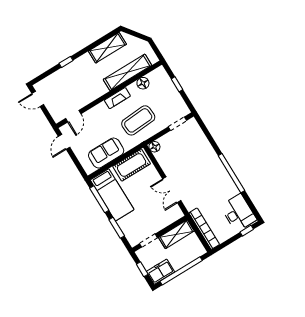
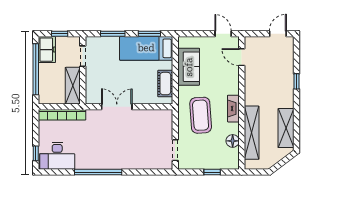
floor lamp: (154, 147) -> (167, 115), removed
cot: (132, 165) -> (165, 84), width x0.73, depth x0.75
window: (99, 199) -> (149, 34), width x0.69

